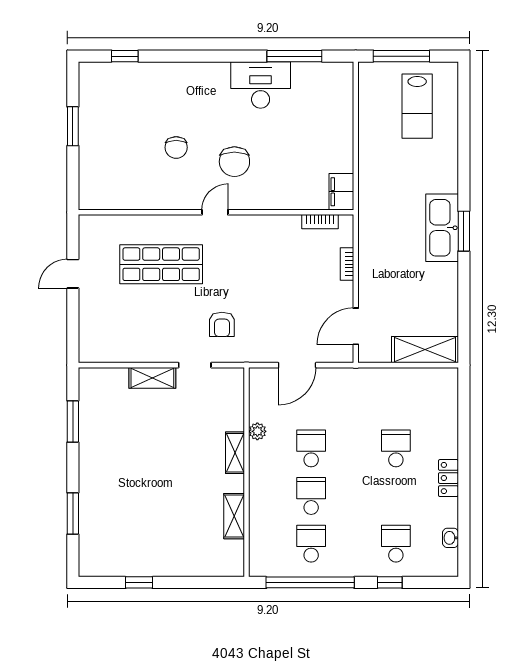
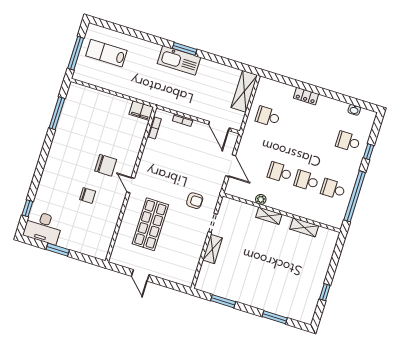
desk: (261, 85) -> (43, 227), moved, turned -90
lab bench: (417, 106) -> (106, 53), turned 180
school desk: (396, 448) -> (268, 116), moved
locker: (448, 478) -> (306, 96), moved

